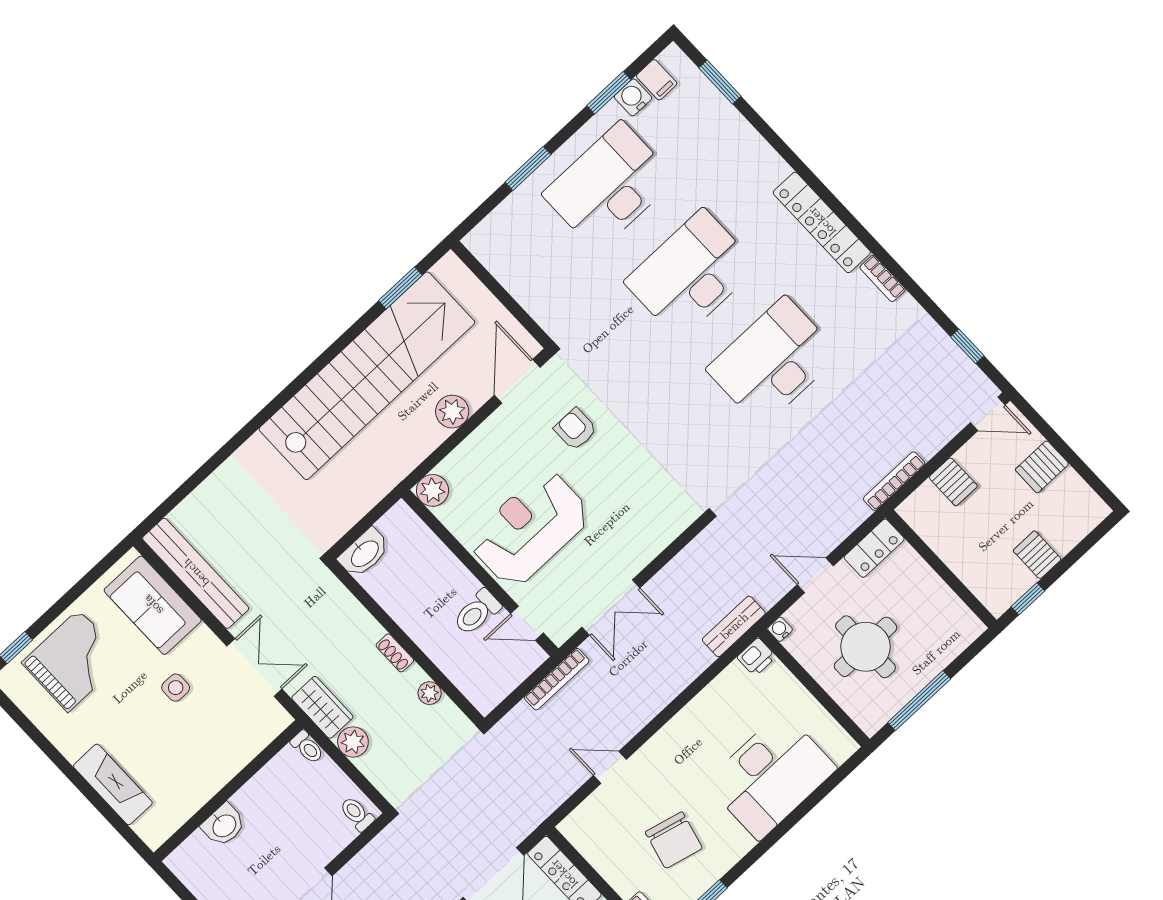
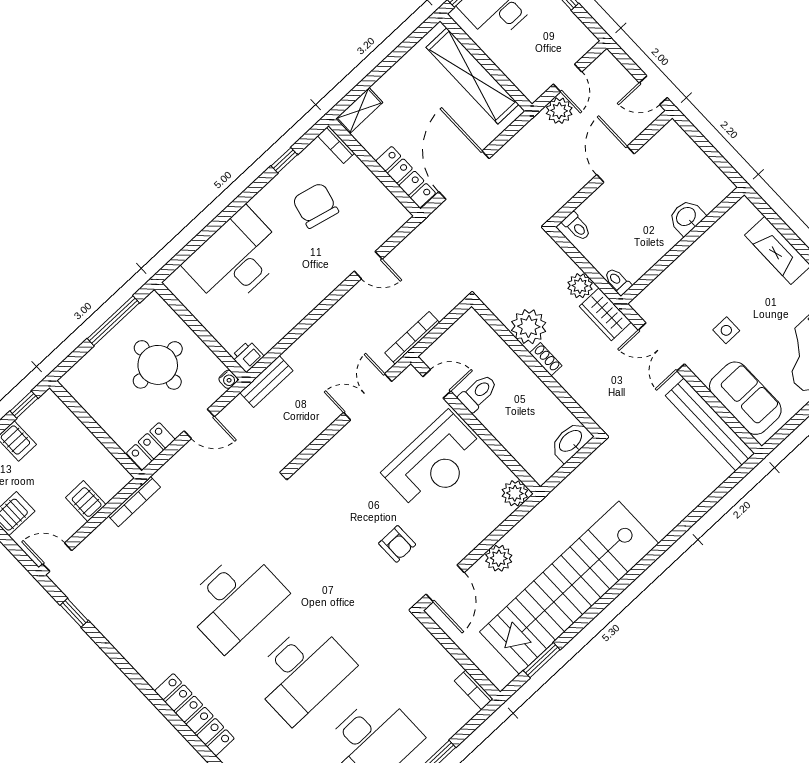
bookcase: (883, 278) -> (474, 690), moved, turned 180
plant: (430, 693) -> (529, 327), width x1.88, depth x1.88

